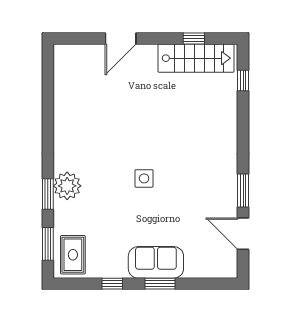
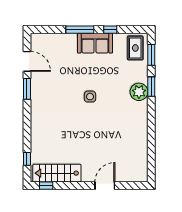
window: (194, 39) -> (46, 186), moved
sofa: (156, 262) -> (95, 43), moved
window: (160, 284) -> (80, 30), width x1.44

